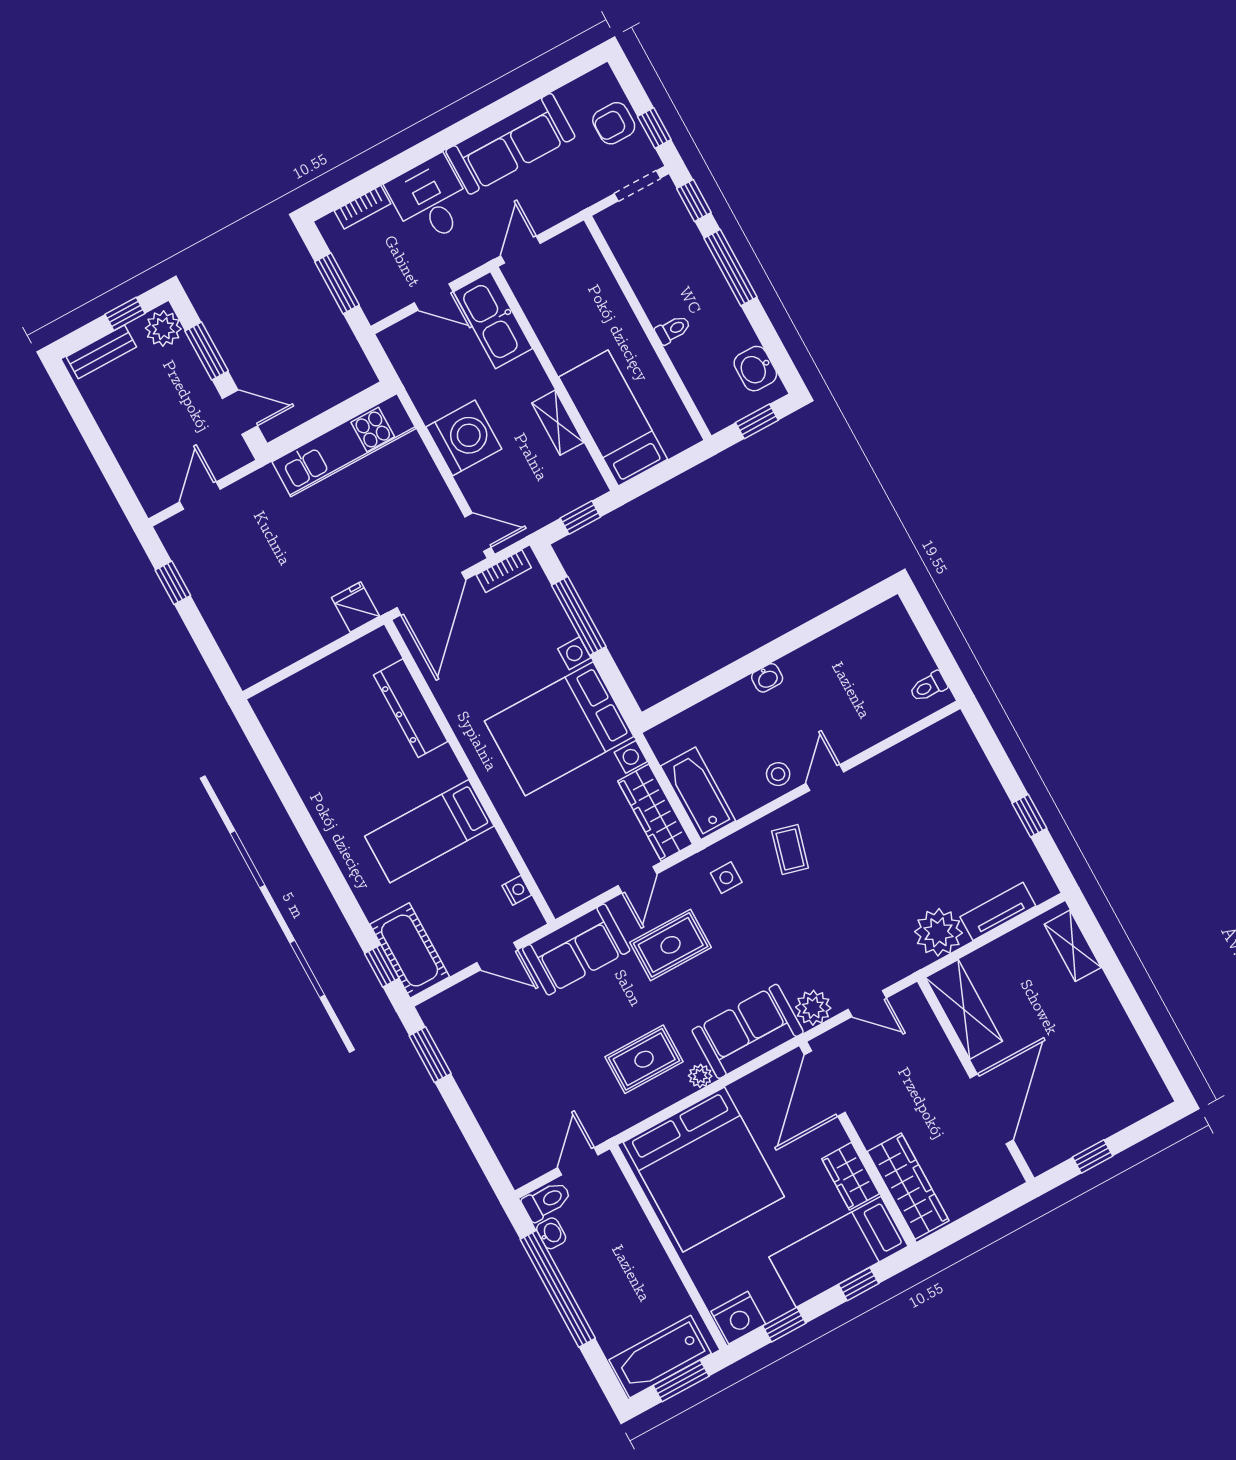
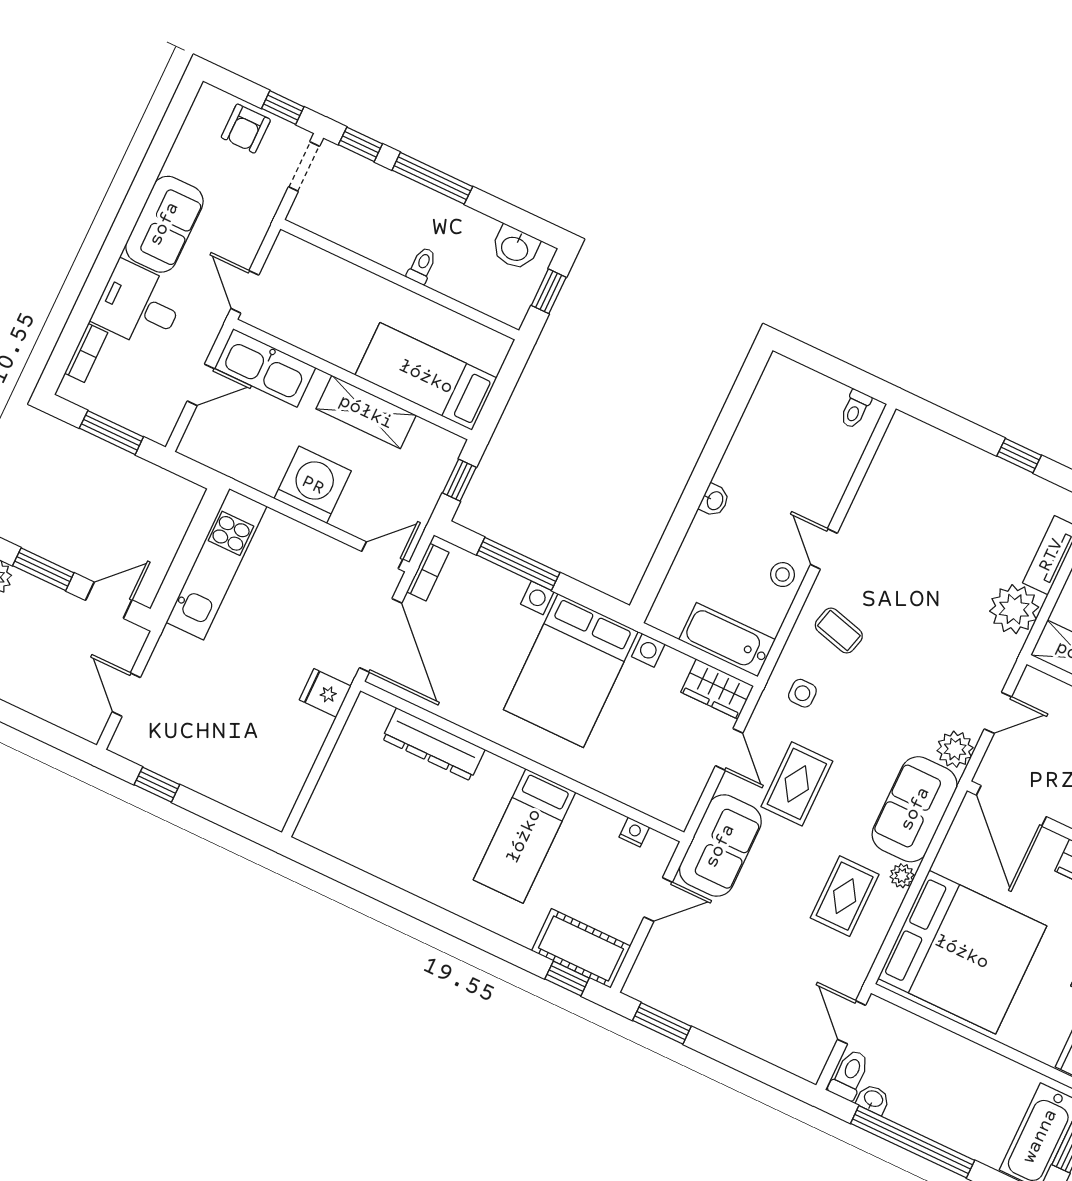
sofa: (510, 144) -> (164, 224), width x0.73
shelving: (558, 423) -> (366, 412), width x1.50, depth x1.33
wardrobe: (655, 813) -> (717, 689), width x0.67

